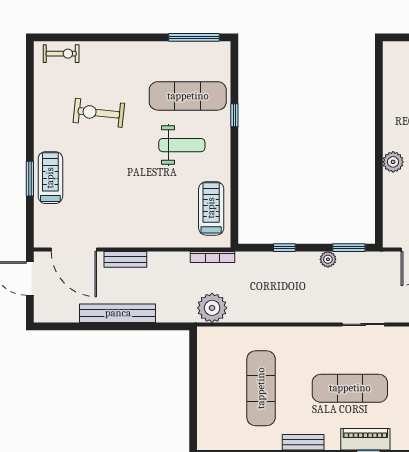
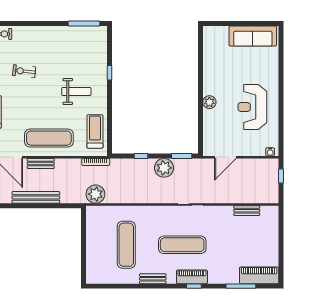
exercise mat: (188, 96) -> (49, 138), moved
exercise bike: (99, 113) -> (24, 71), width x0.73, depth x0.72
plant: (328, 259) -> (164, 168), width x1.88, depth x1.88

